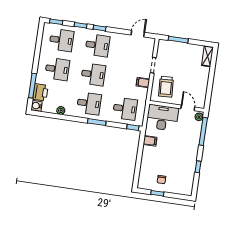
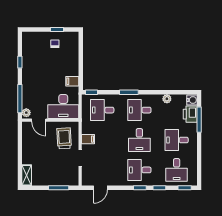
desk: (61, 40) -> (177, 170), turned -90
desk: (93, 74) -> (139, 140), turned -90

